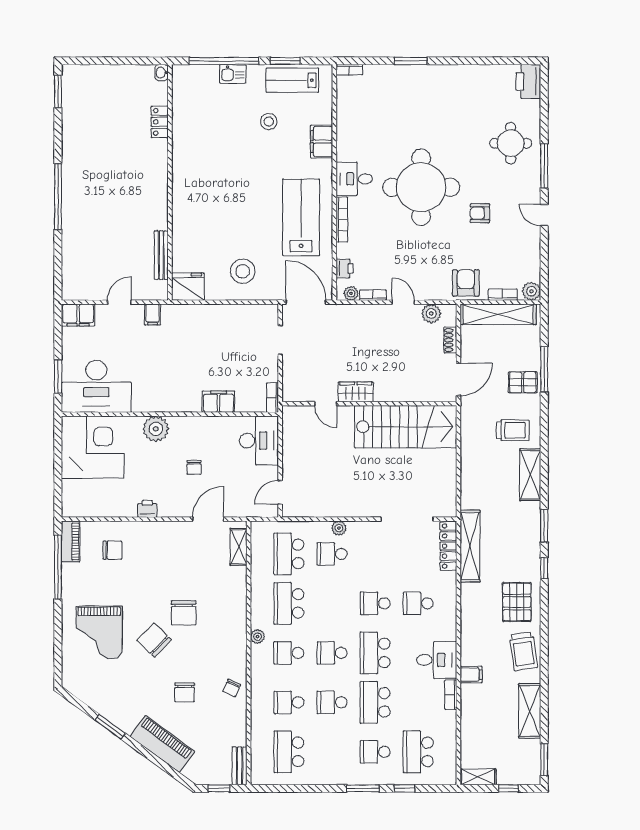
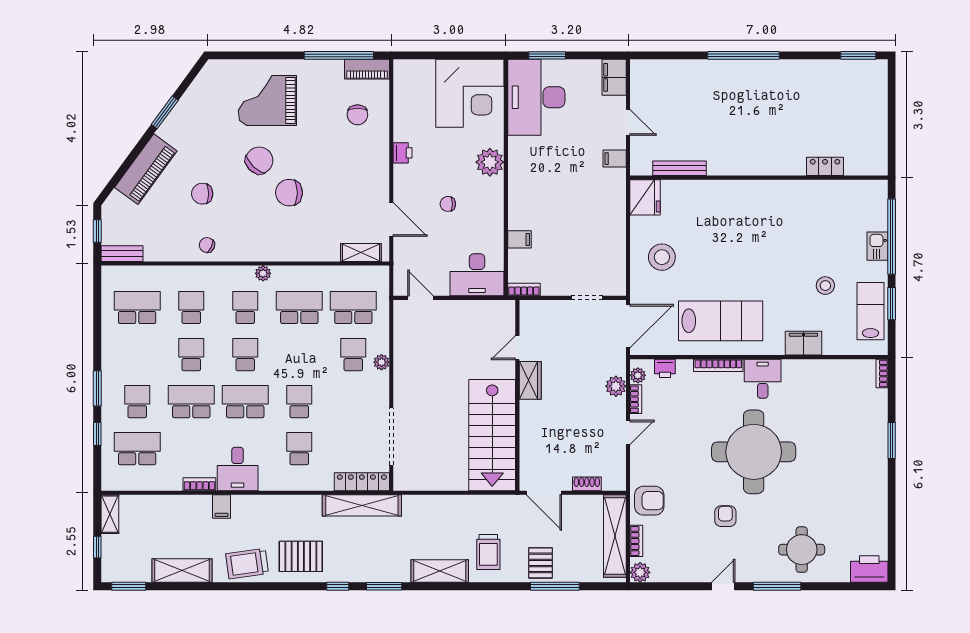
washbasin: (162, 73) -> (879, 168), removed
plant: (431, 313) -> (616, 386), moved
filing cabinet: (219, 402) -> (520, 239), width x0.50

